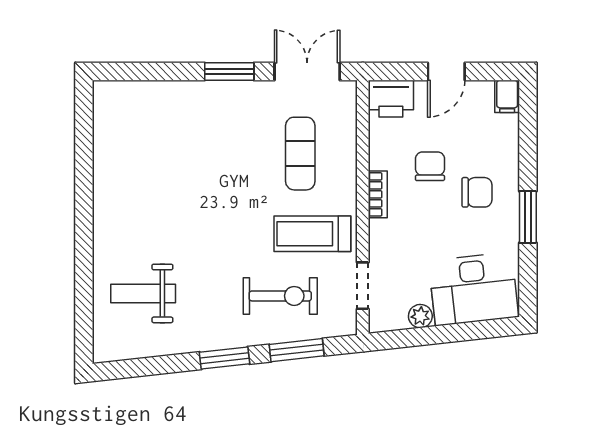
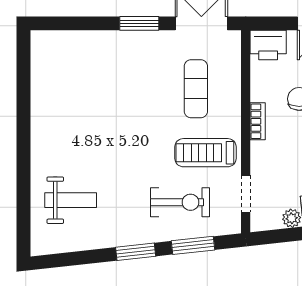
weight bench: (143, 293) -> (71, 200), turned 180

